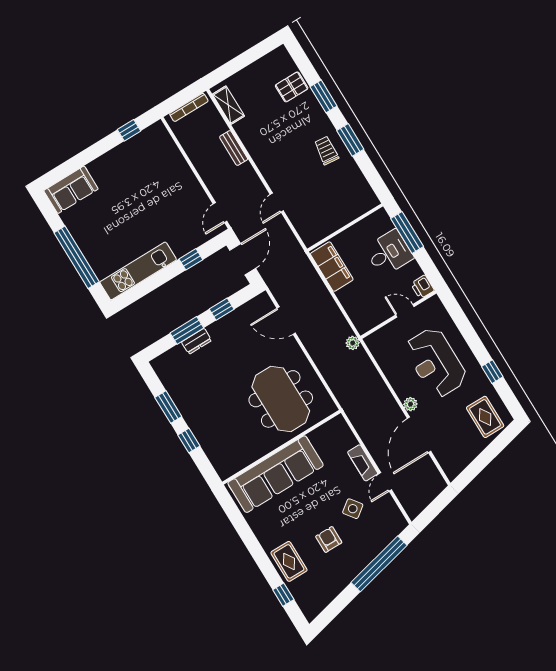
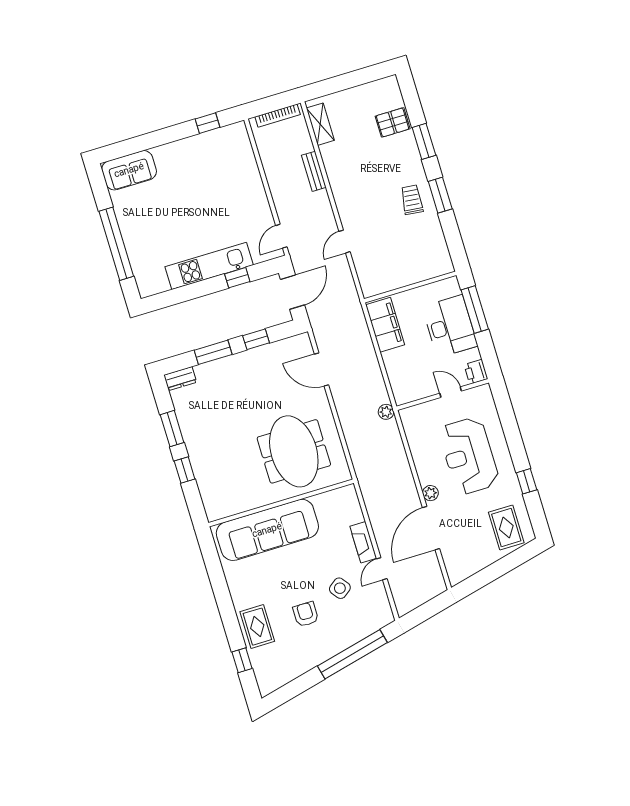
desk: (389, 253) -> (450, 326), width x1.37
kitchen unit: (138, 271) -> (209, 266), moved
dresser: (197, 341) -> (180, 379), moved

